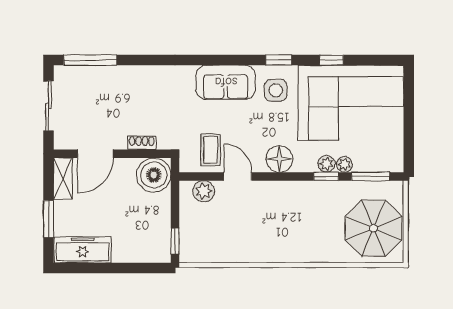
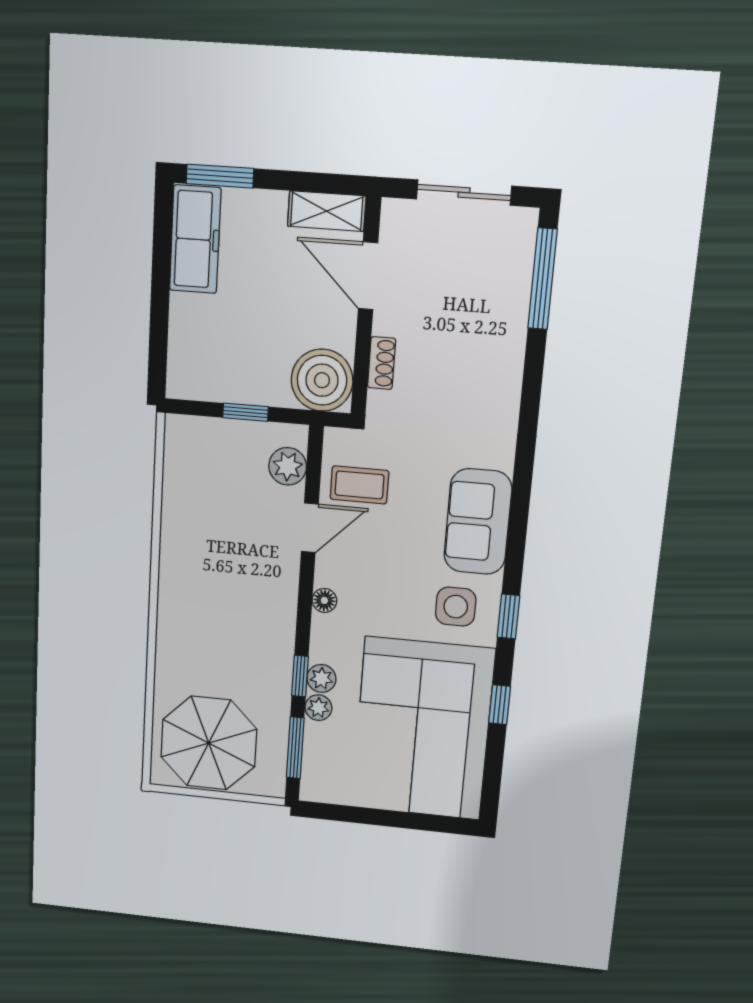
floor lamp: (279, 159) -> (324, 600), width x0.53, depth x0.53
window: (48, 219) -> (220, 176), moved
window: (175, 241) -> (245, 412), moved

